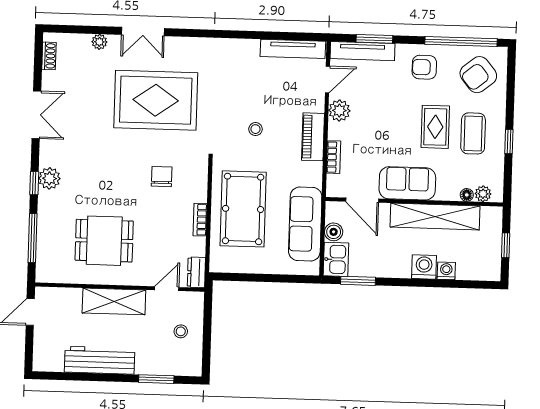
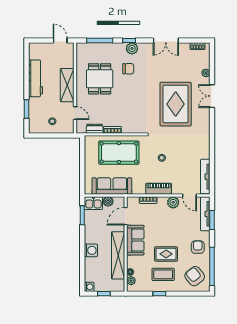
chair: (162, 177) -> (128, 69), moved
washing machine: (446, 271) -> (89, 287), moved
dresser: (196, 272) -> (95, 129), moved

